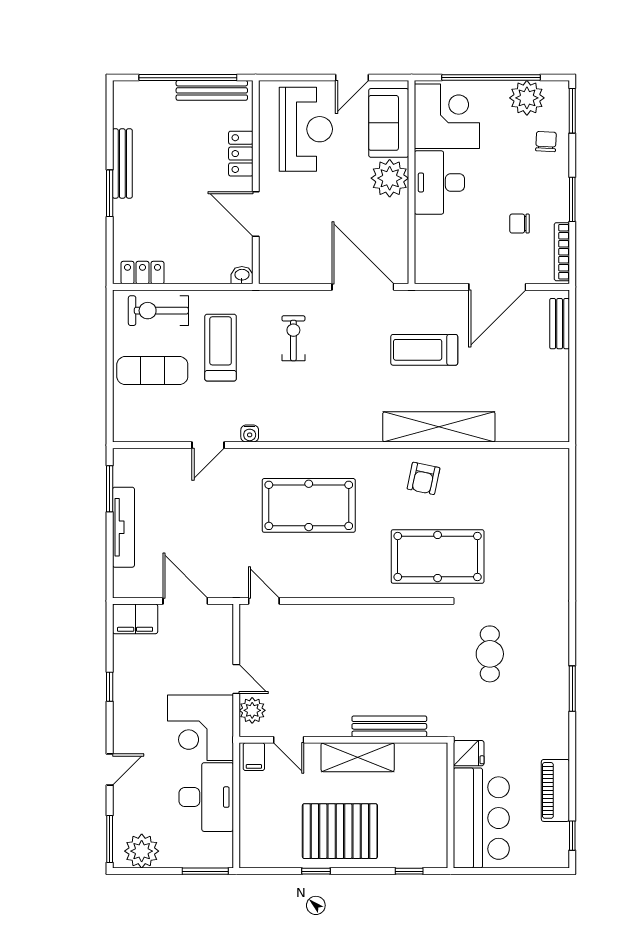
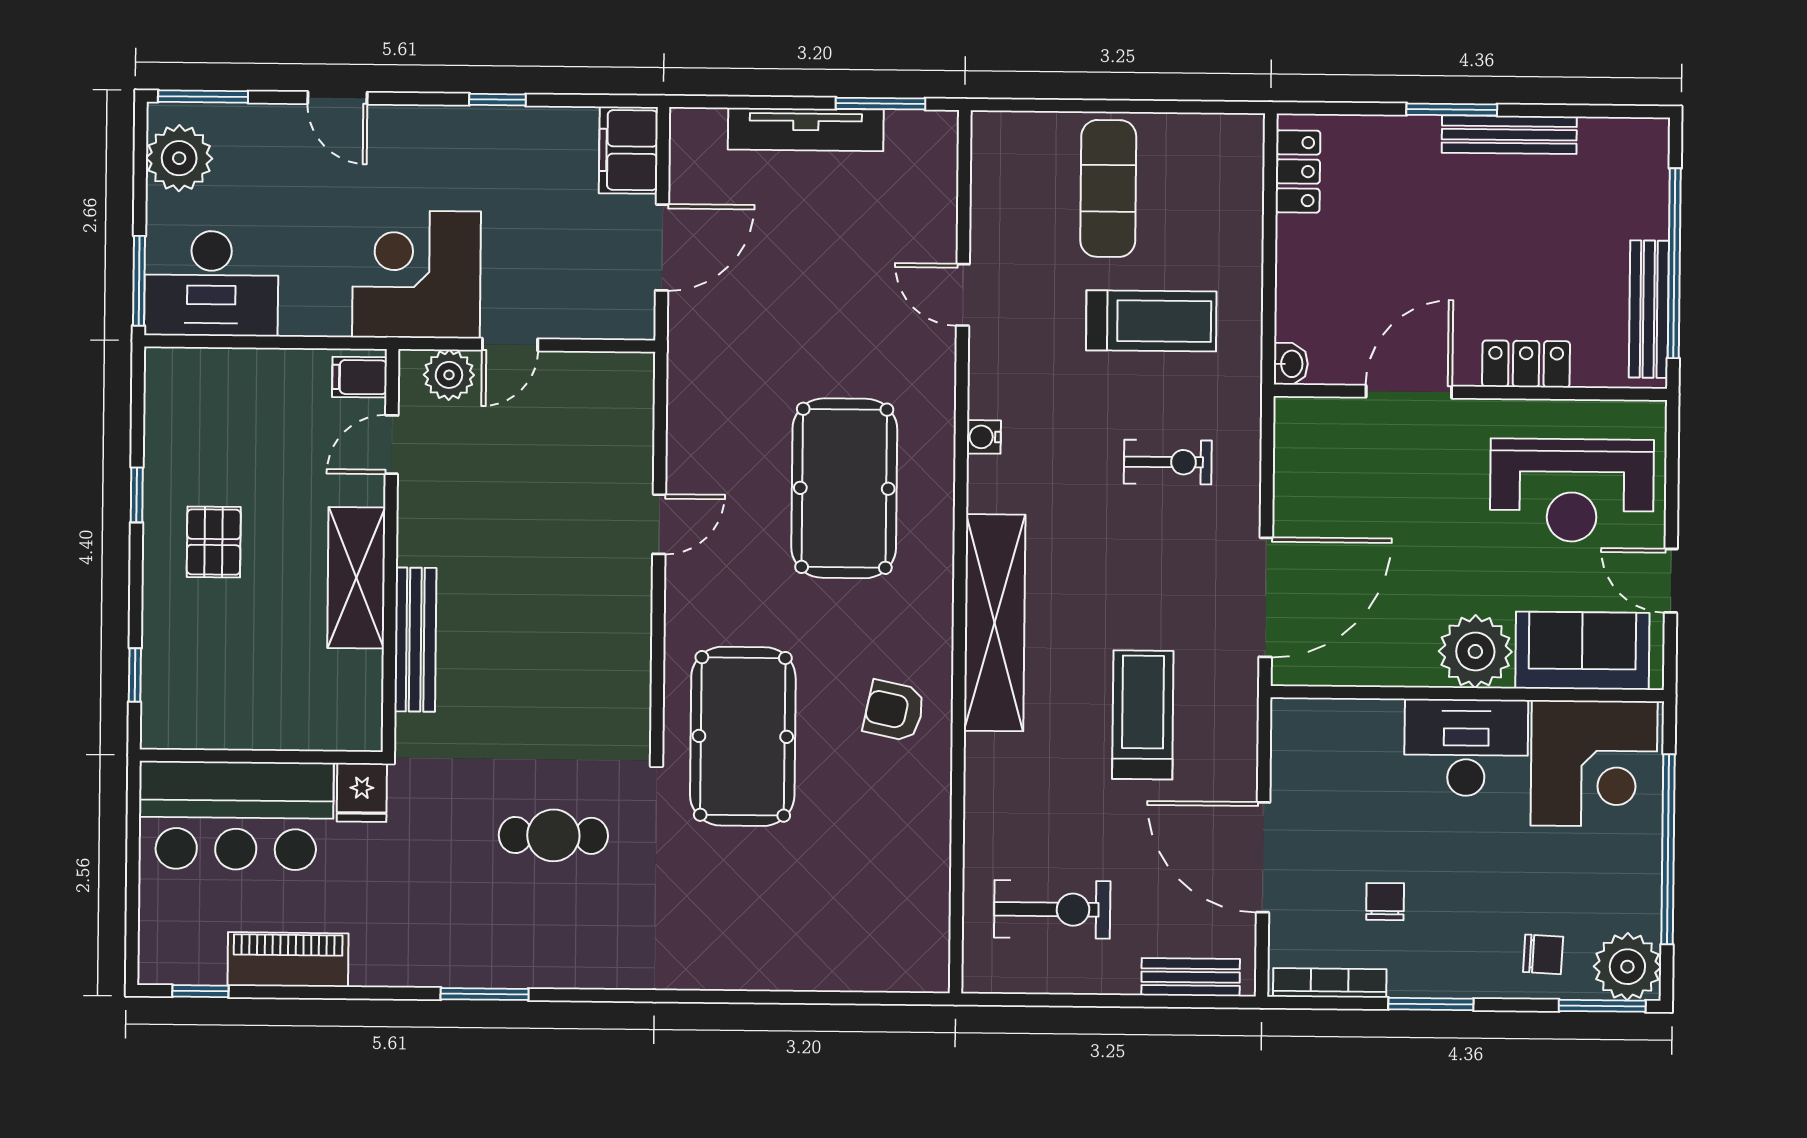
plant: (527, 98) -> (1627, 967), moved
exercise bike: (158, 311) -> (1052, 909), moved, turned 90
shelving: (439, 427) -> (995, 623), moved
water cooler: (250, 434) -> (984, 437), moved
door: (264, 601) -> (659, 524), moved
desk: (206, 797) -> (211, 283), moved
pallet: (340, 831) -> (214, 542), width x0.49, depth x0.50

